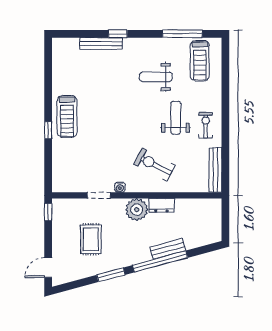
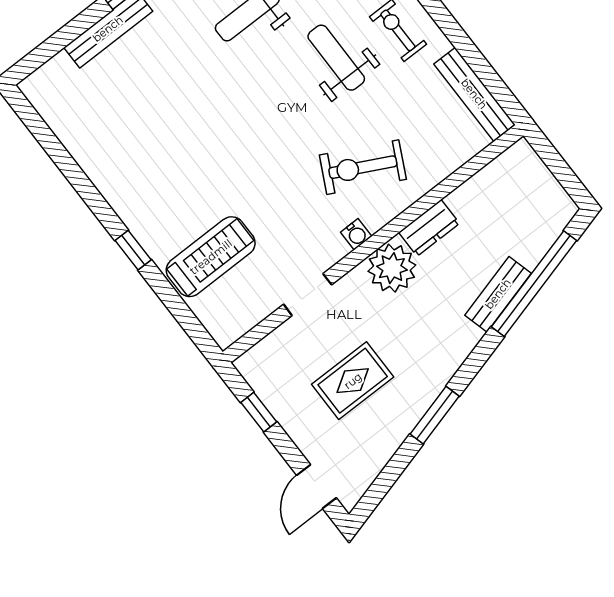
treadmill: (67, 116) -> (211, 257), moved, turned -90
water cooler: (120, 187) -> (356, 234), moved
window: (48, 212) -> (259, 412), moved
rug: (91, 239) -> (353, 381), turned 90
window: (160, 261) -> (534, 284), moved

